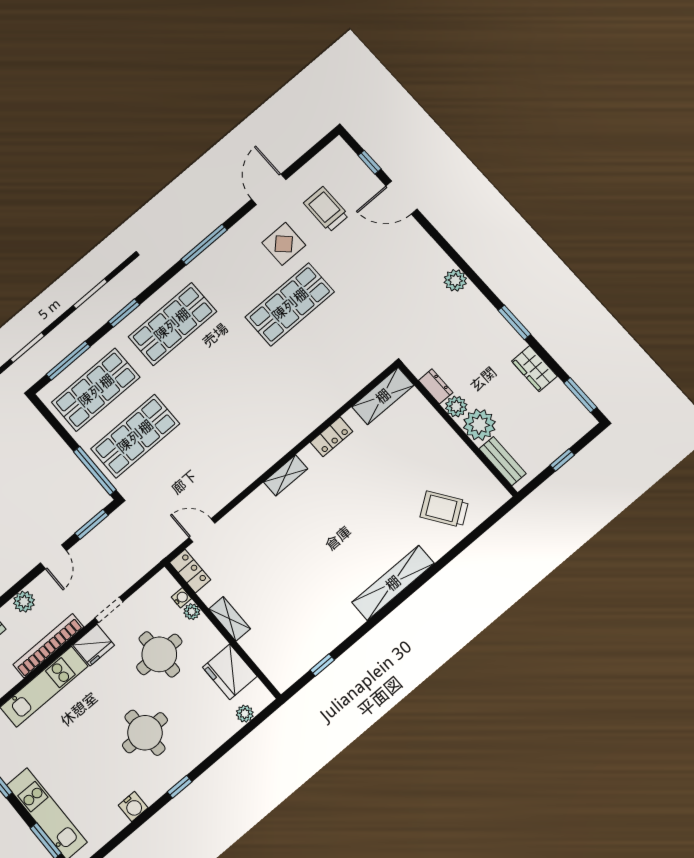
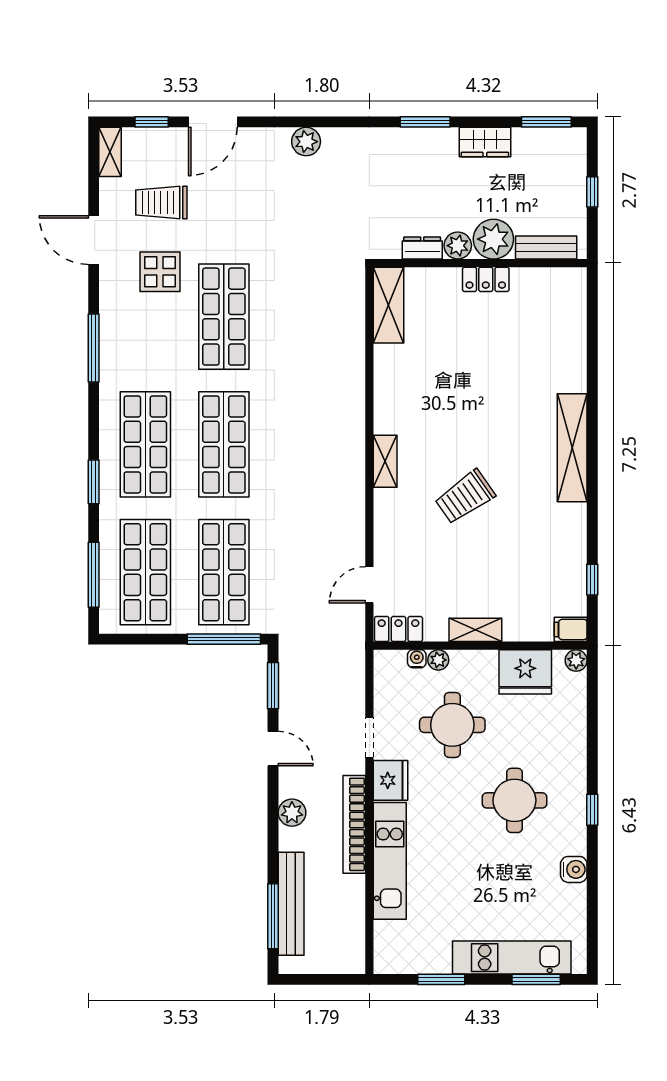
shelving: (330, 154) -> (110, 152), added
plant: (455, 280) -> (306, 142), moved
shop shelf: (212, 370) -> (224, 444), added
locker: (331, 437) -> (486, 279), moved, turned 90
trolley: (444, 509) -> (465, 497), moved
filing cabinet: (280, 678) -> (571, 629), added
plant: (245, 714) -> (576, 660), moved

